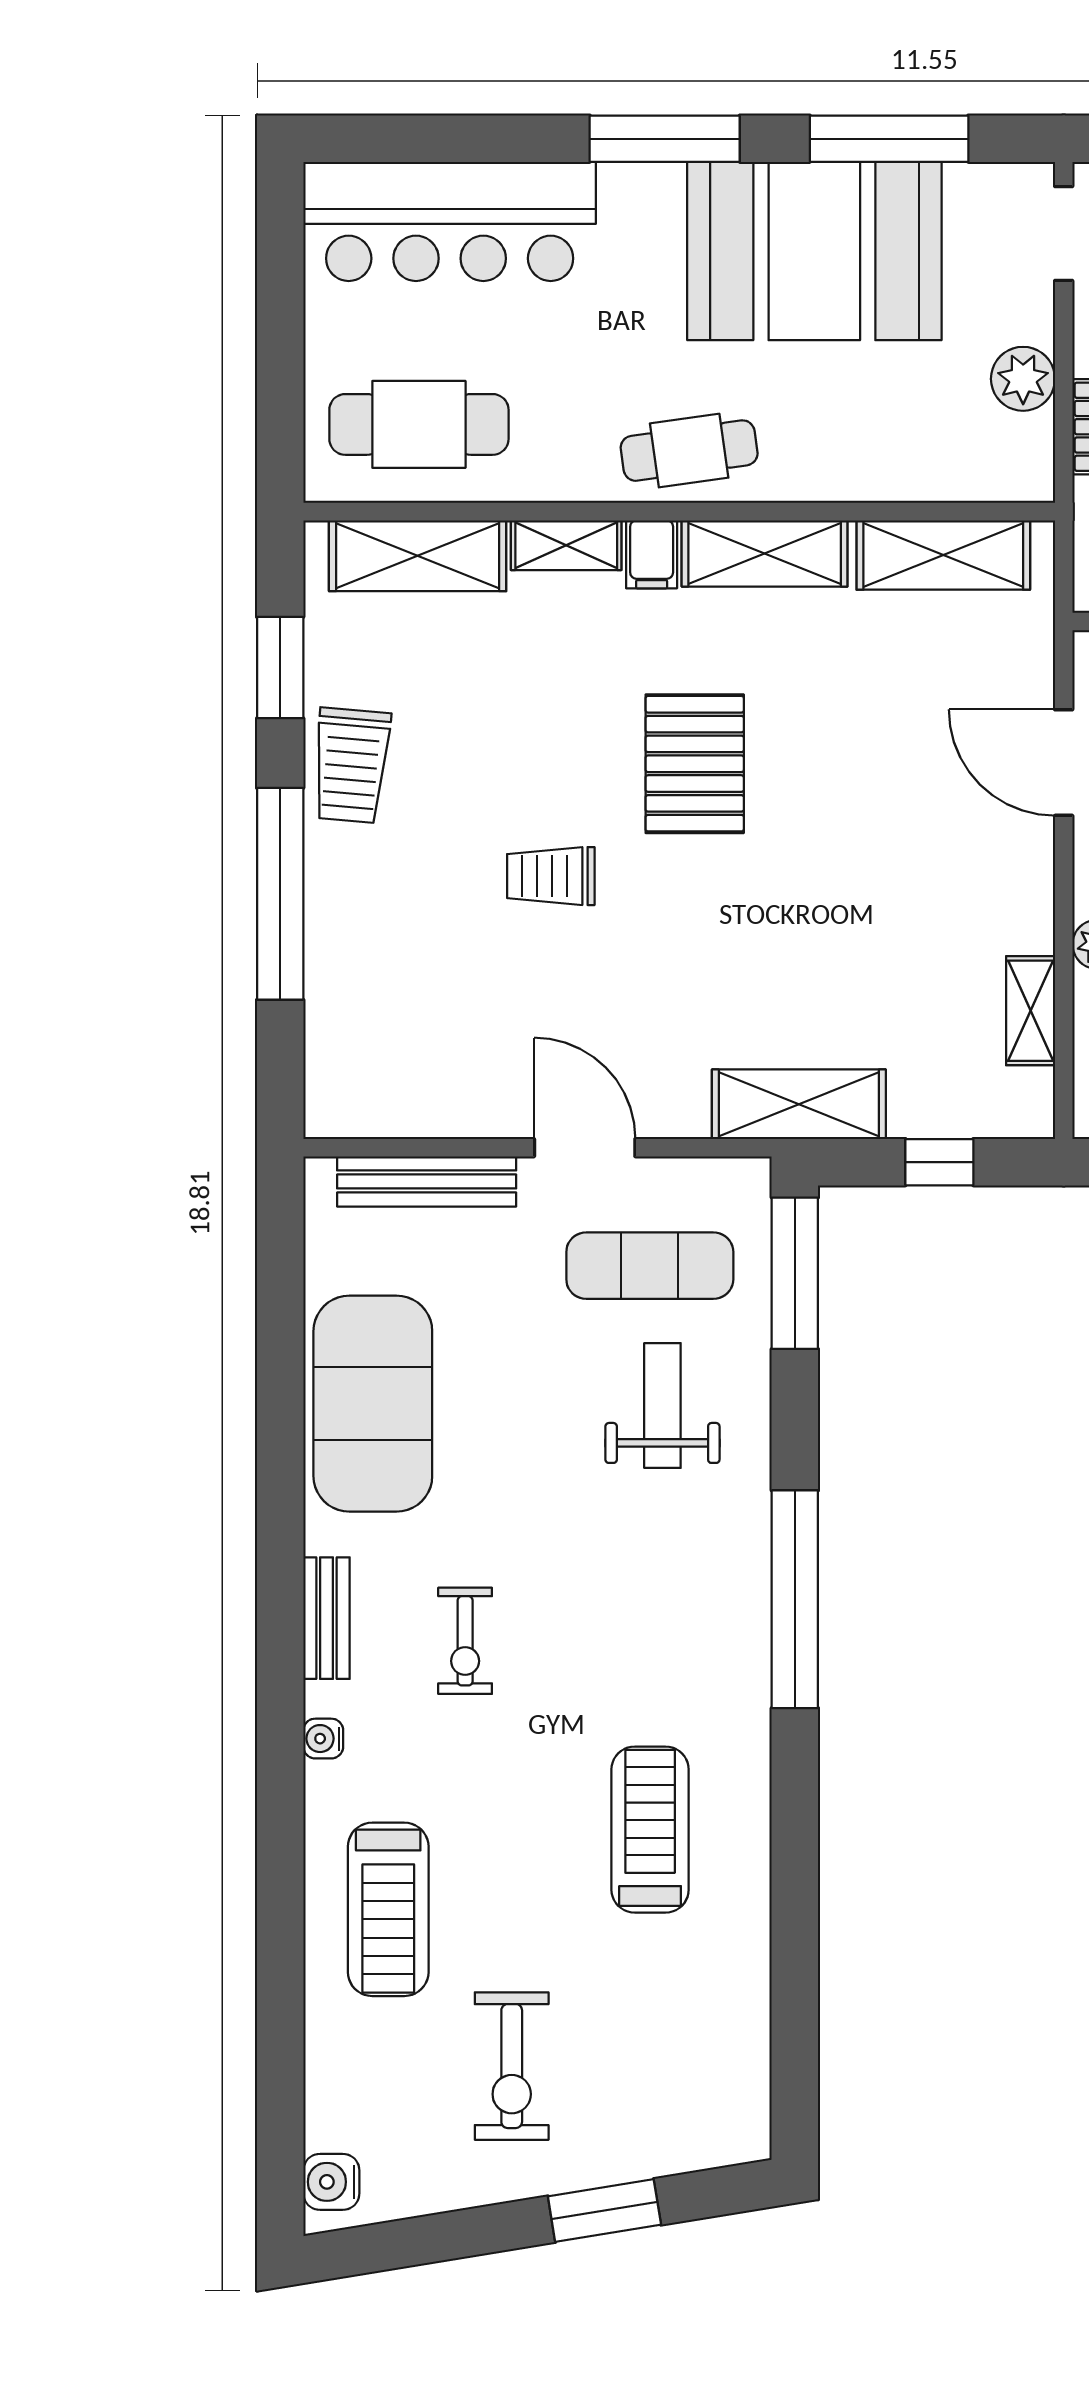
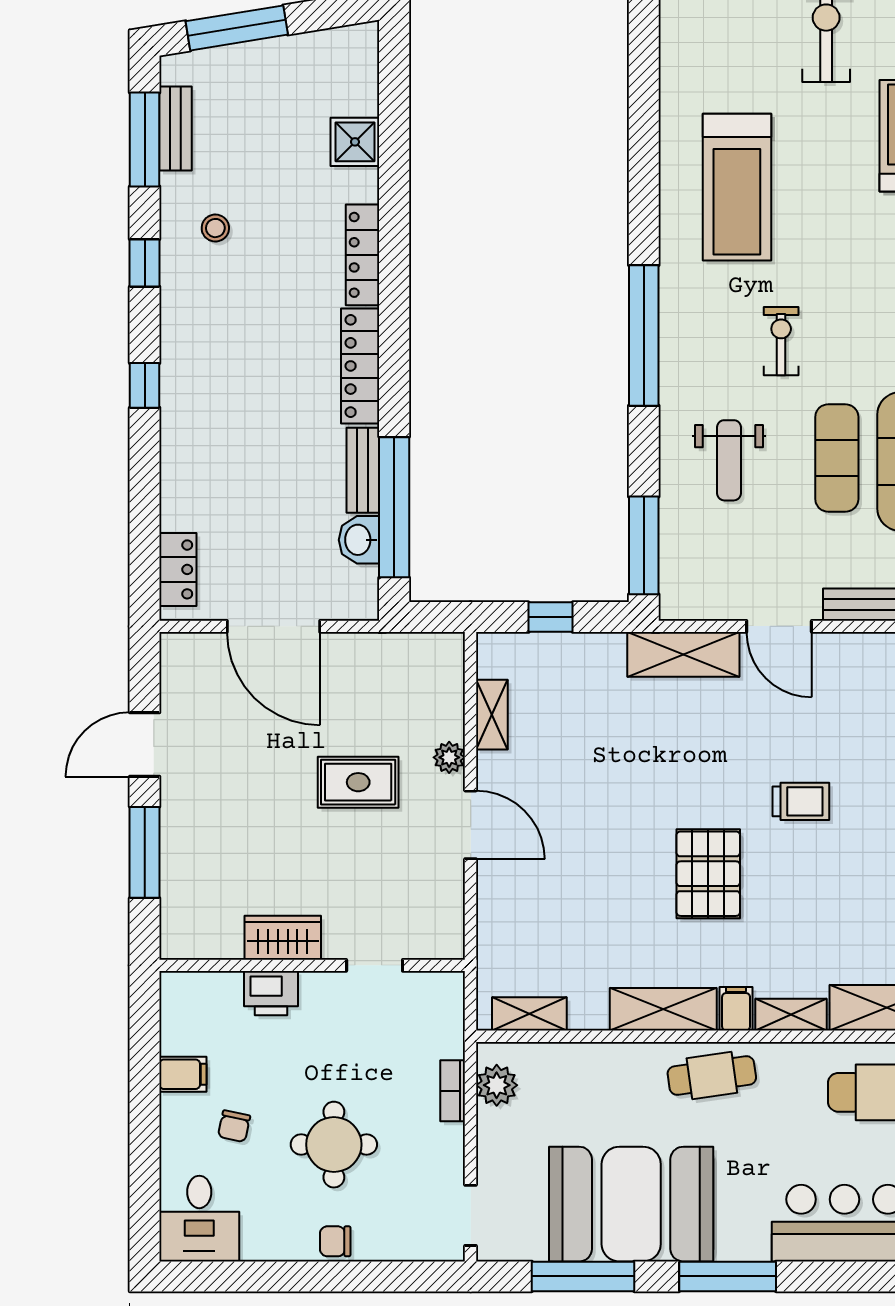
plant: (1023, 379) -> (497, 1085), moved
shelving: (943, 555) -> (529, 1014), width x0.67, depth x0.75
door: (1064, 763) -> (471, 825), moved
shelving: (799, 1104) -> (683, 654), moved
exercise mat: (650, 1266) -> (837, 458), moved, turned 90
exercise bike: (465, 1641) -> (781, 341), moved
treadmill: (650, 1830) -> (737, 187), width x1.37, depth x1.38

